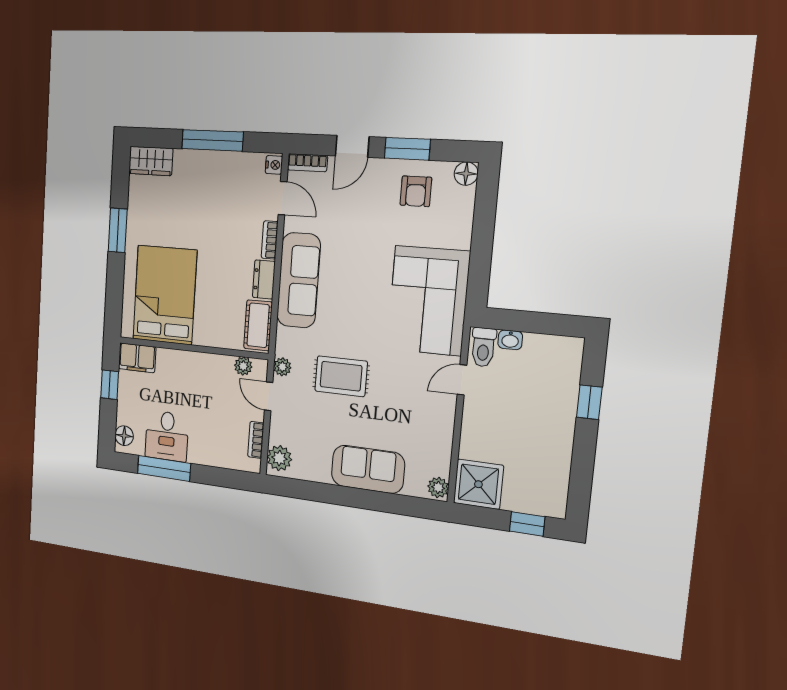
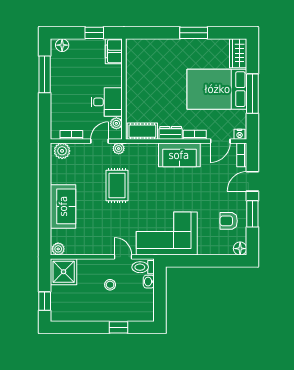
door: (352, 146) -> (252, 181), hinge flipped
sofa: (299, 280) -> (179, 155), width x0.73
bed: (165, 295) -> (217, 89), moved, turned 180
stool: (509, 408) -> (110, 285), added
desk: (167, 436) -> (107, 102), moved, turned 180

